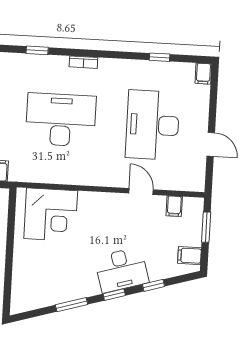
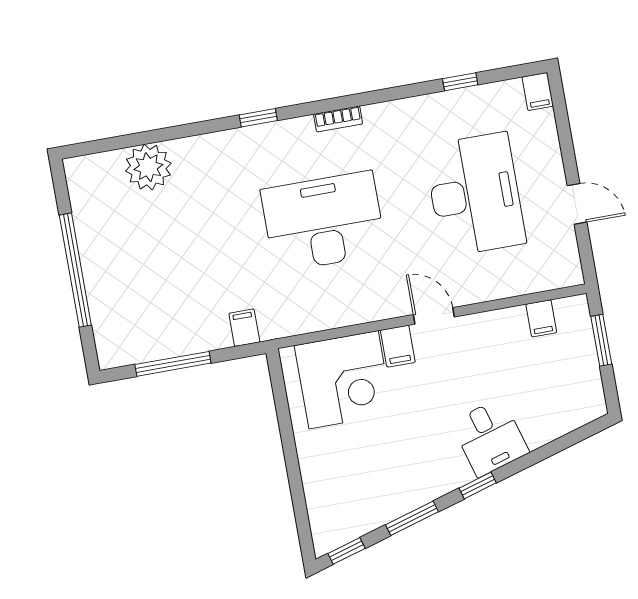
desk: (153, 125) -> (475, 195), turned 180
door: (141, 191) -> (434, 316), moved
filing cabinet: (189, 256) -> (398, 346), moved, turned -90
desk: (122, 270) -> (490, 437), width x0.73
window: (153, 285) -> (346, 551), moved

